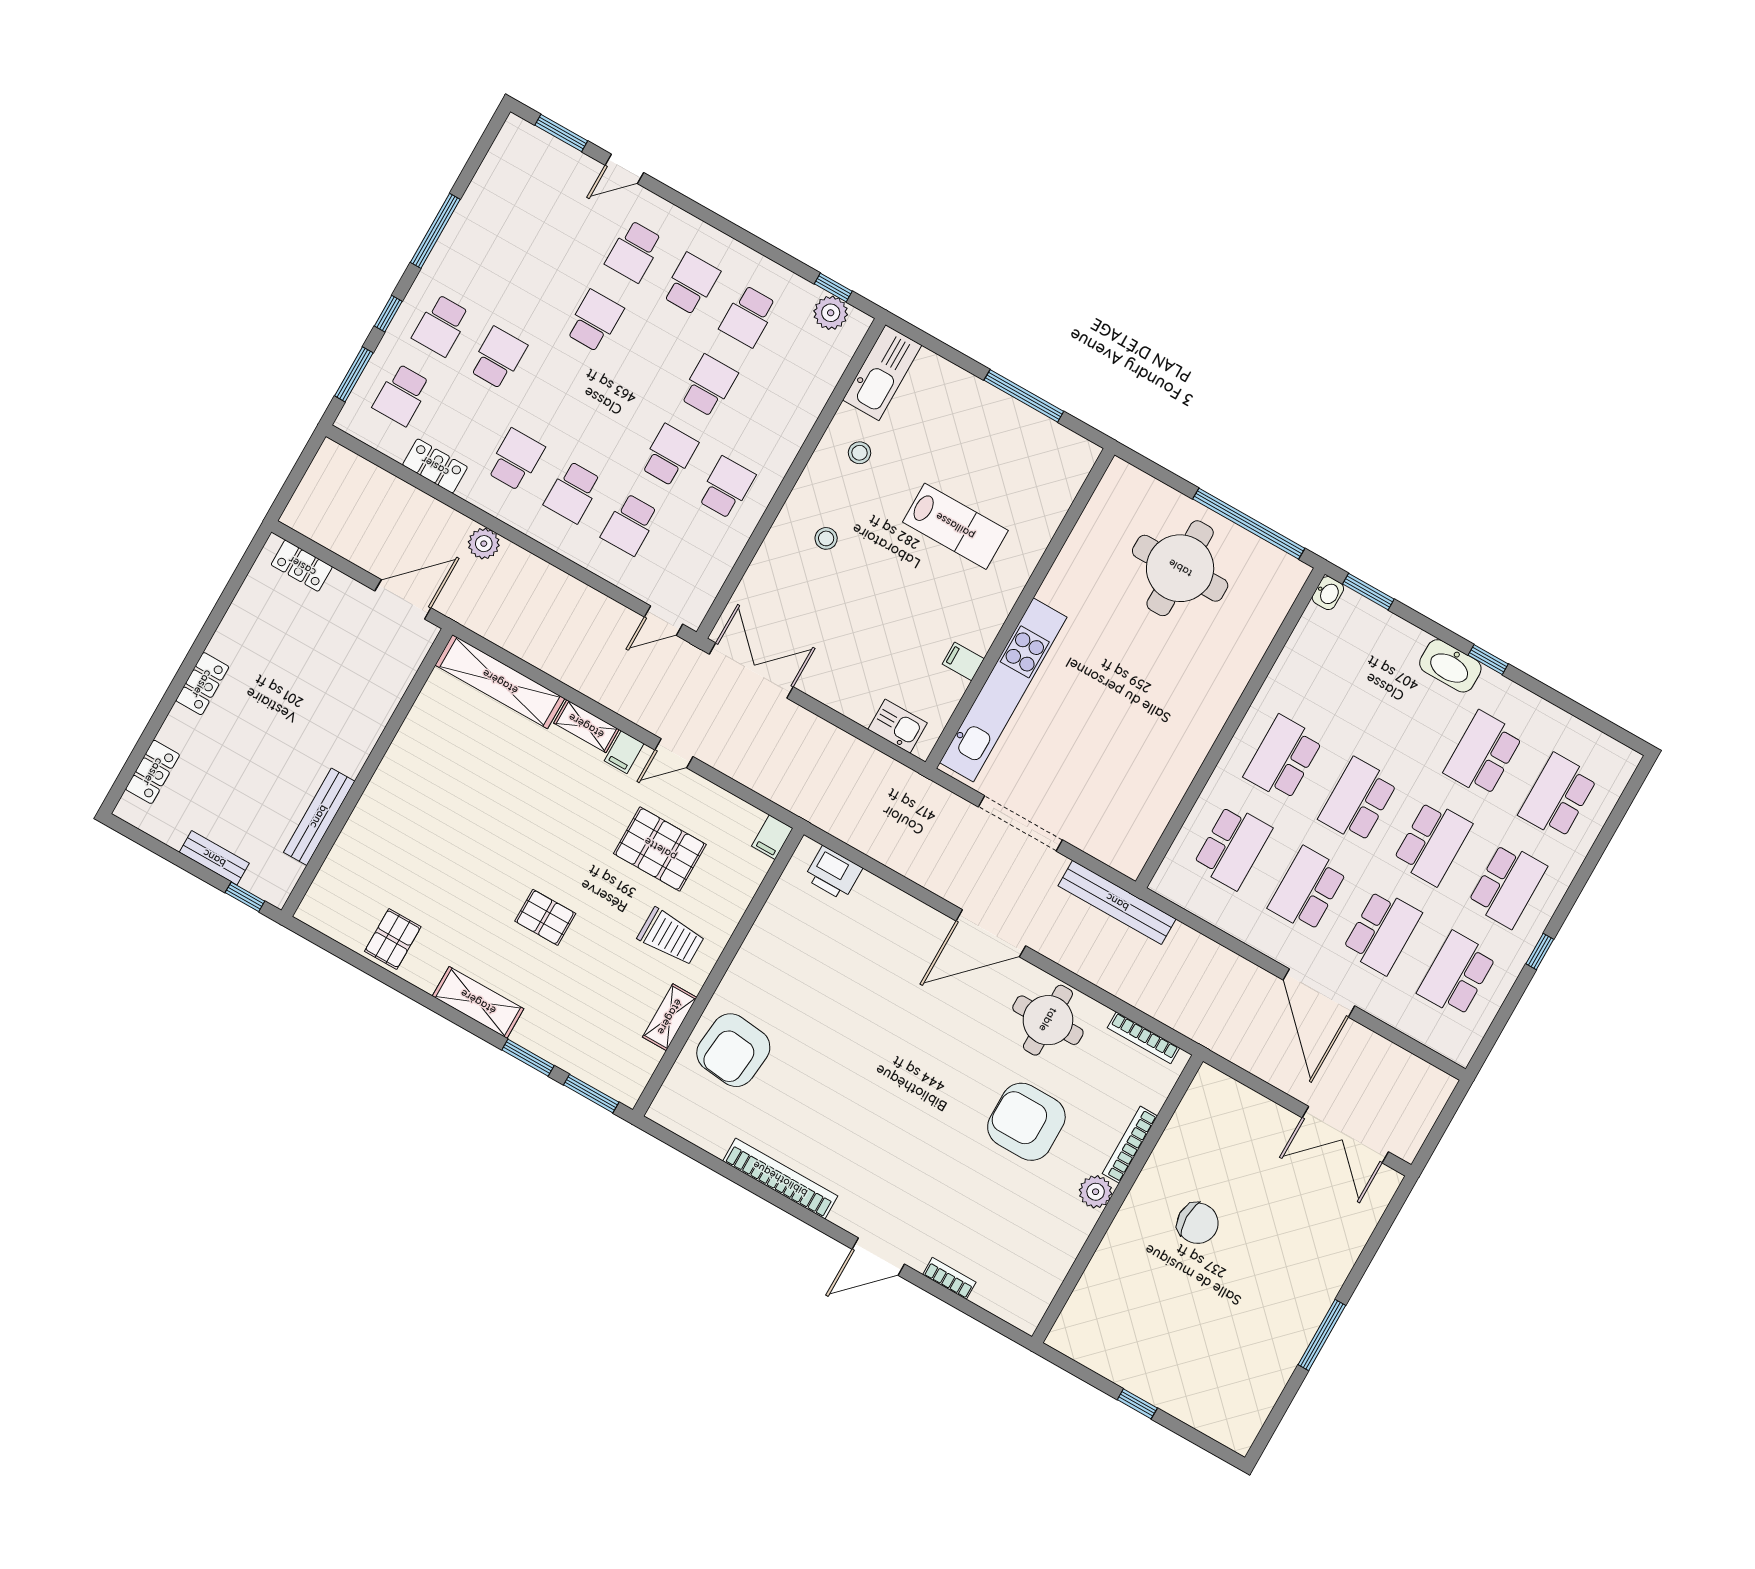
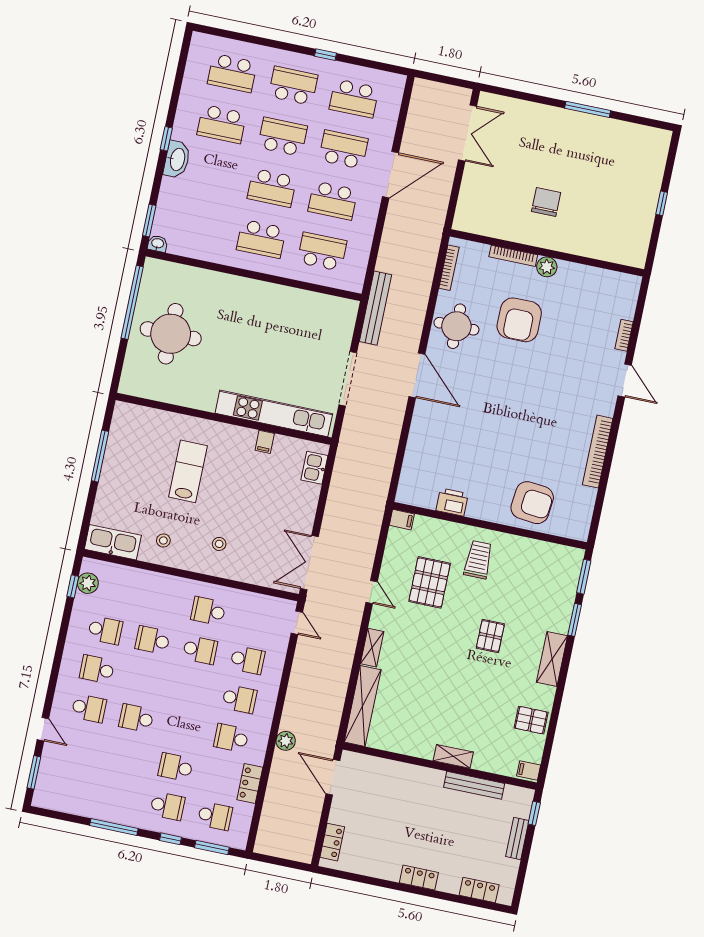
school desk: (669, 455) -> (200, 650), turned 180
filing cabinet: (624, 752) -> (529, 771), moved, turned 180
printer: (833, 873) -> (452, 502), moved, turned -90
shelving: (670, 1017) -> (453, 756), moved

